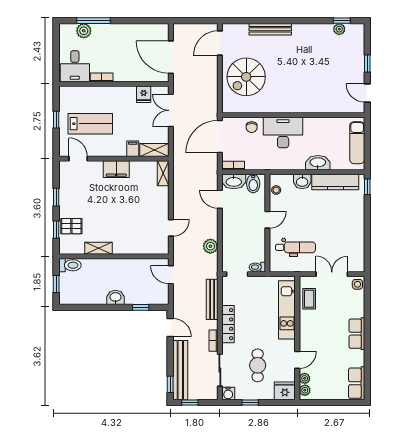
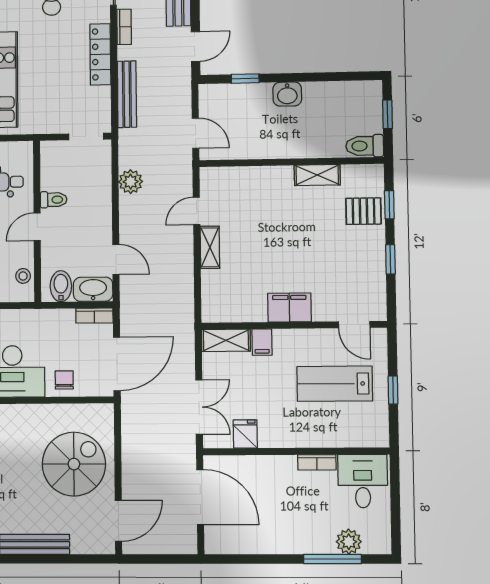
shelving: (163, 173) -> (210, 247), moved
toilet: (257, 267) -> (54, 200), moved
door: (170, 328) -> (196, 47), swing flipped

